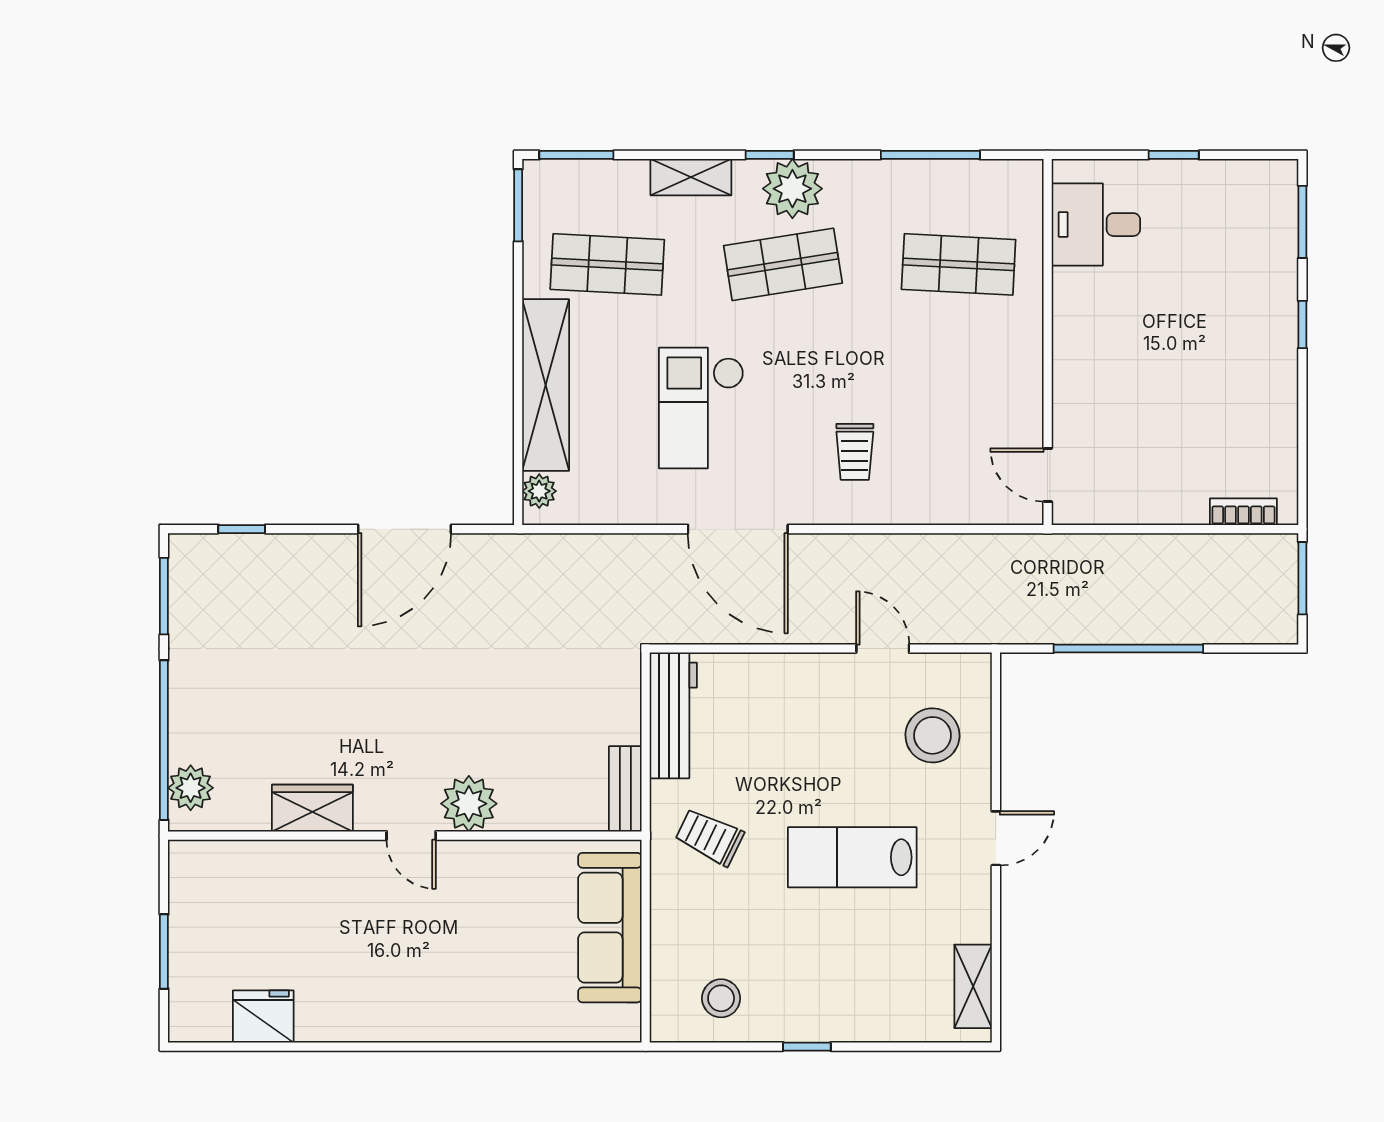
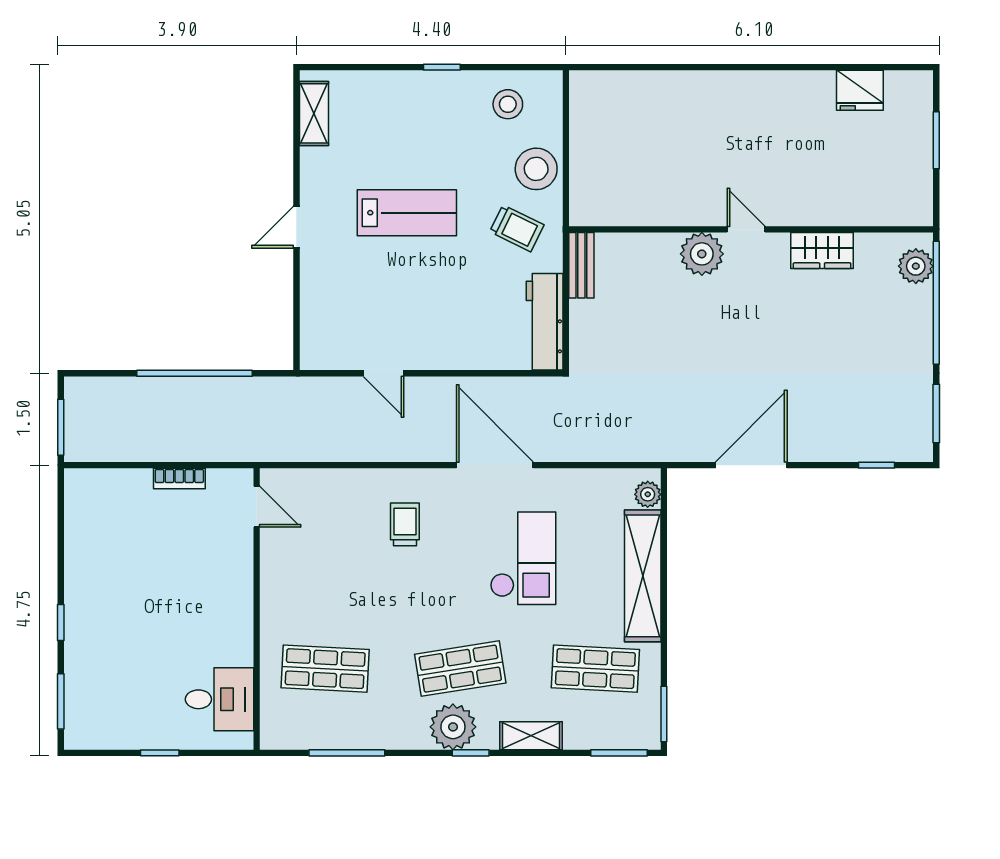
bookcase: (1243, 512) -> (179, 478), moved
stool: (932, 735) -> (536, 169), moved
sofa: (610, 928) -> (593, 159), removed

